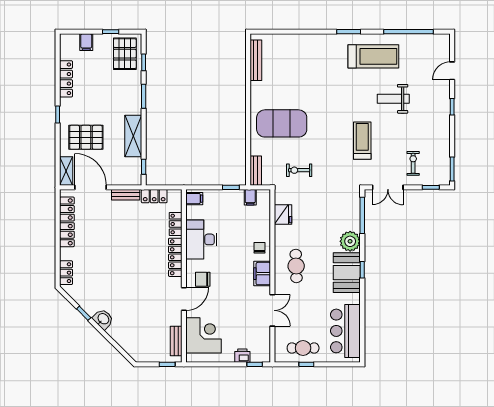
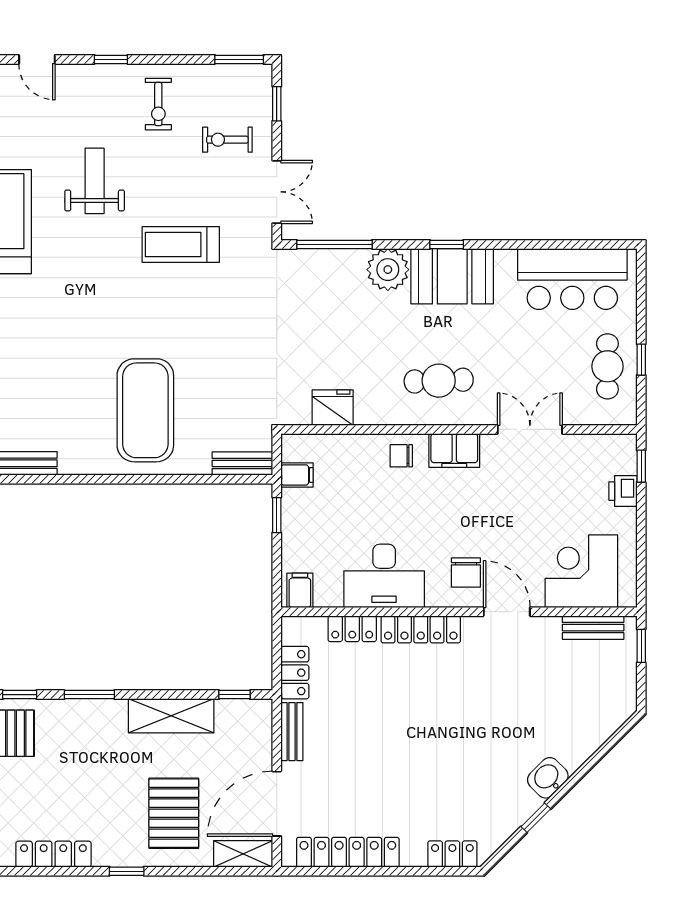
weight bench: (393, 99) -> (95, 181), turned 180
exercise bike: (299, 170) -> (158, 104), moved

